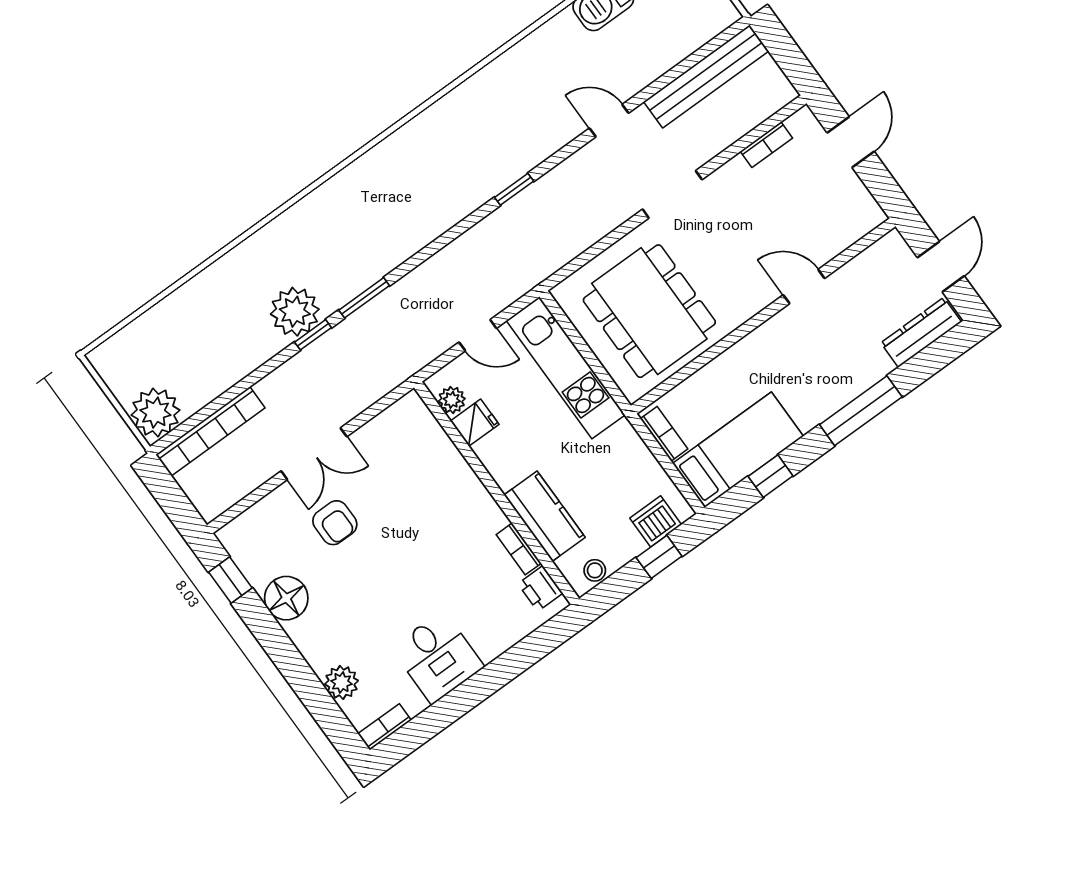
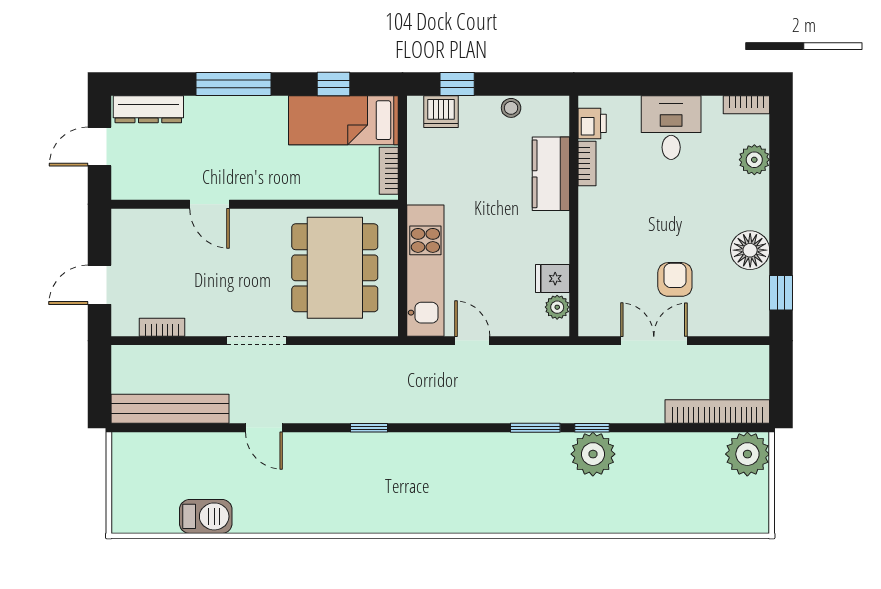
plant: (452, 400) -> (557, 307), moved
fridge: (475, 423) -> (552, 279), moved
wall: (497, 493) -> (574, 216), moved
kitchen counter: (545, 516) -> (551, 174), moved
bookcase: (519, 549) -> (587, 164), moved
printer: (540, 588) -> (592, 123), moved

